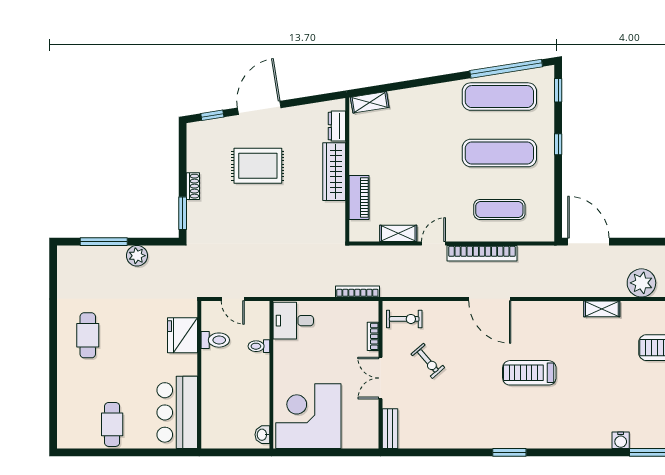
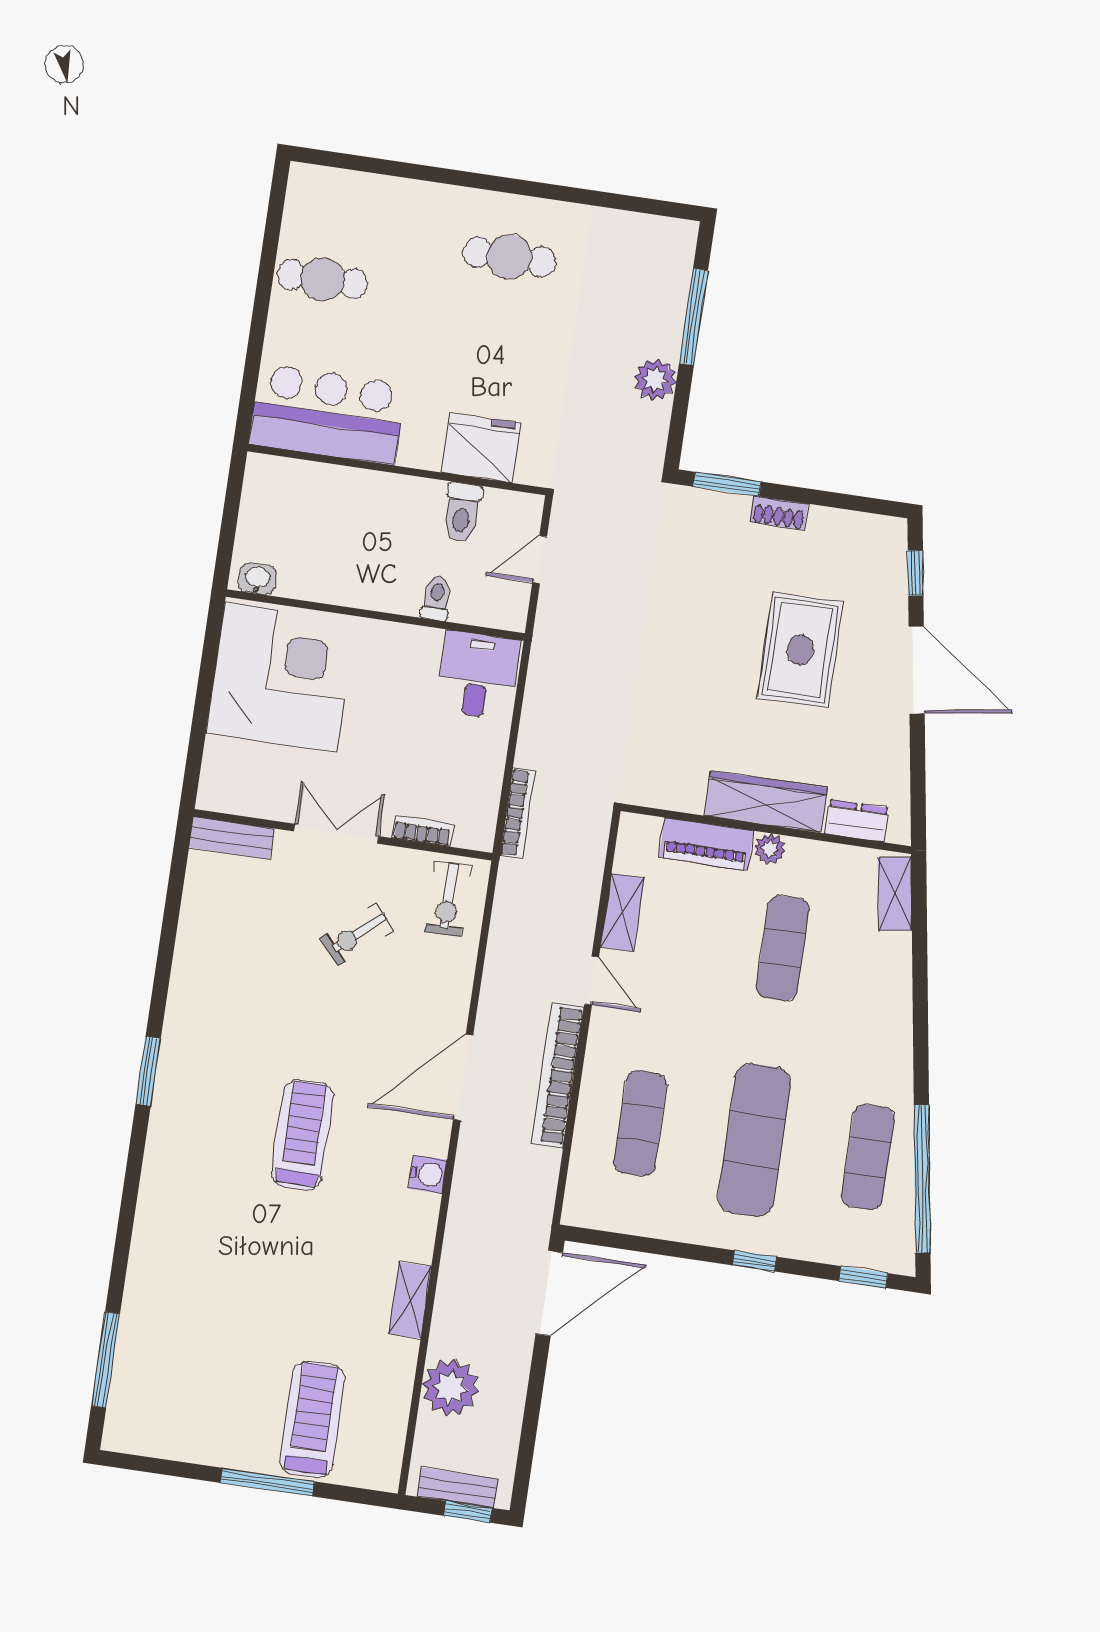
exercise mat: (499, 97) -> (868, 1157), width x0.73, depth x0.69
exercise mat: (404, 153) -> (783, 948), added
plant: (357, 166) -> (770, 849), added
water cooler: (621, 440) -> (428, 1174), moved, turned 180

